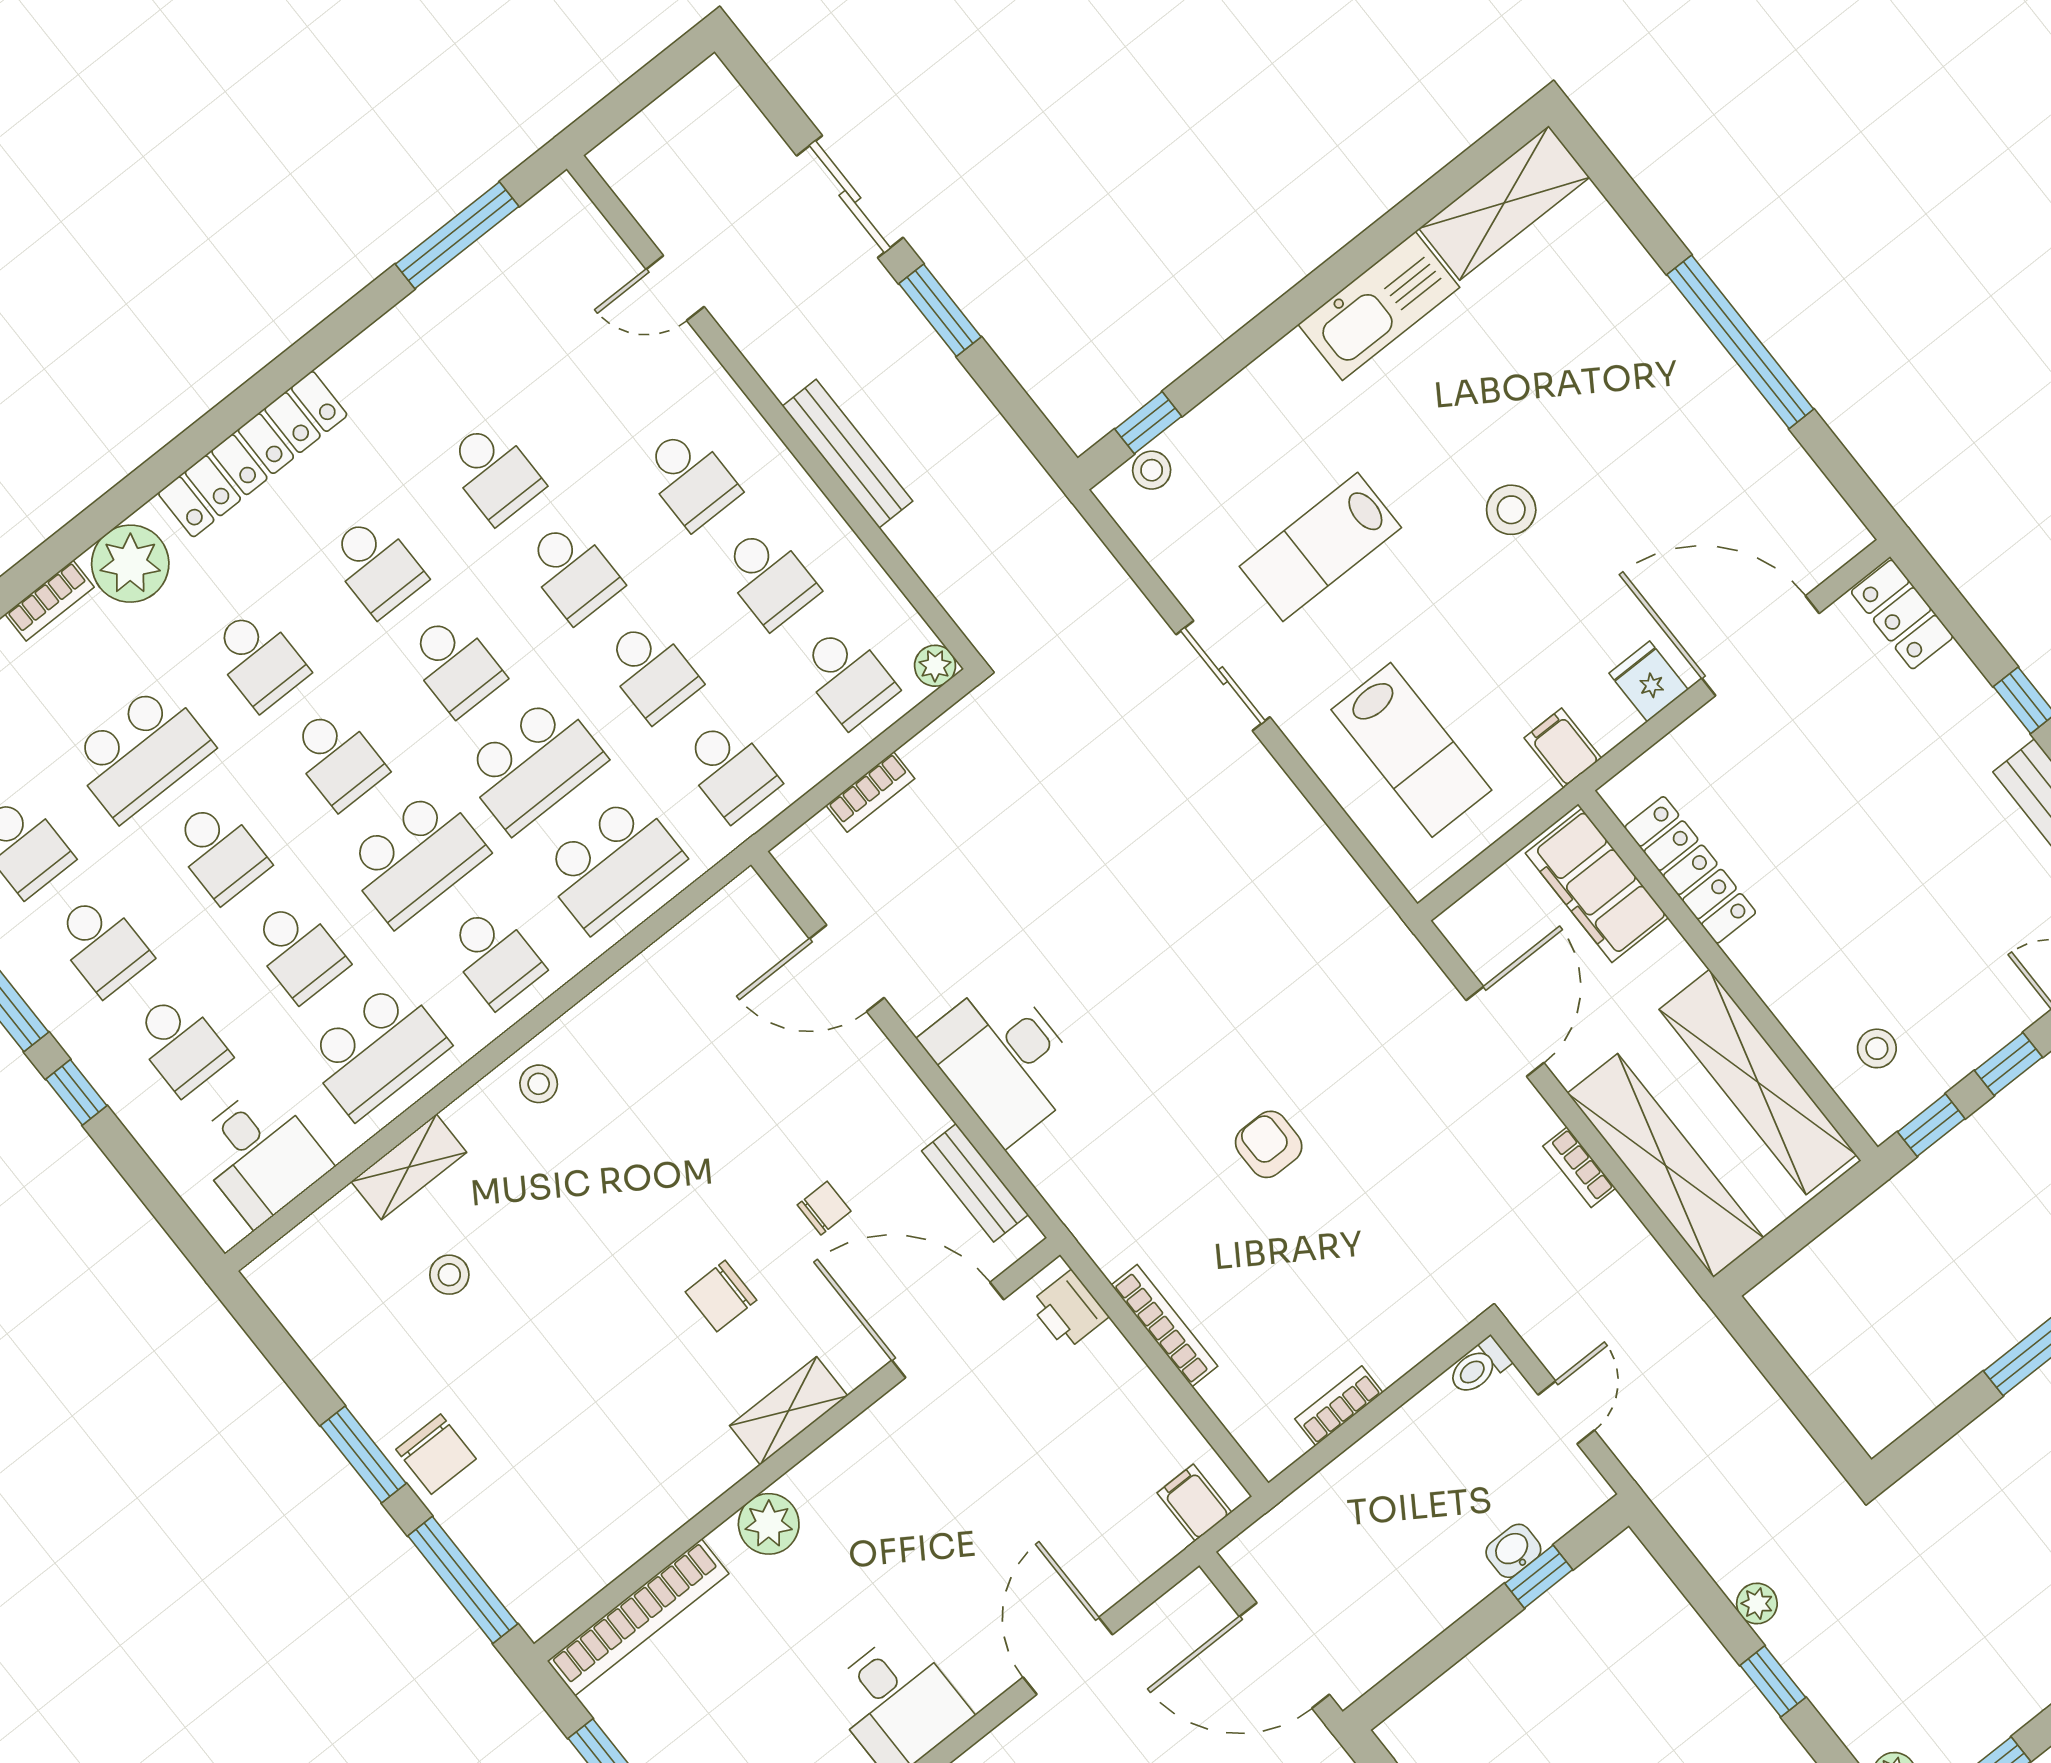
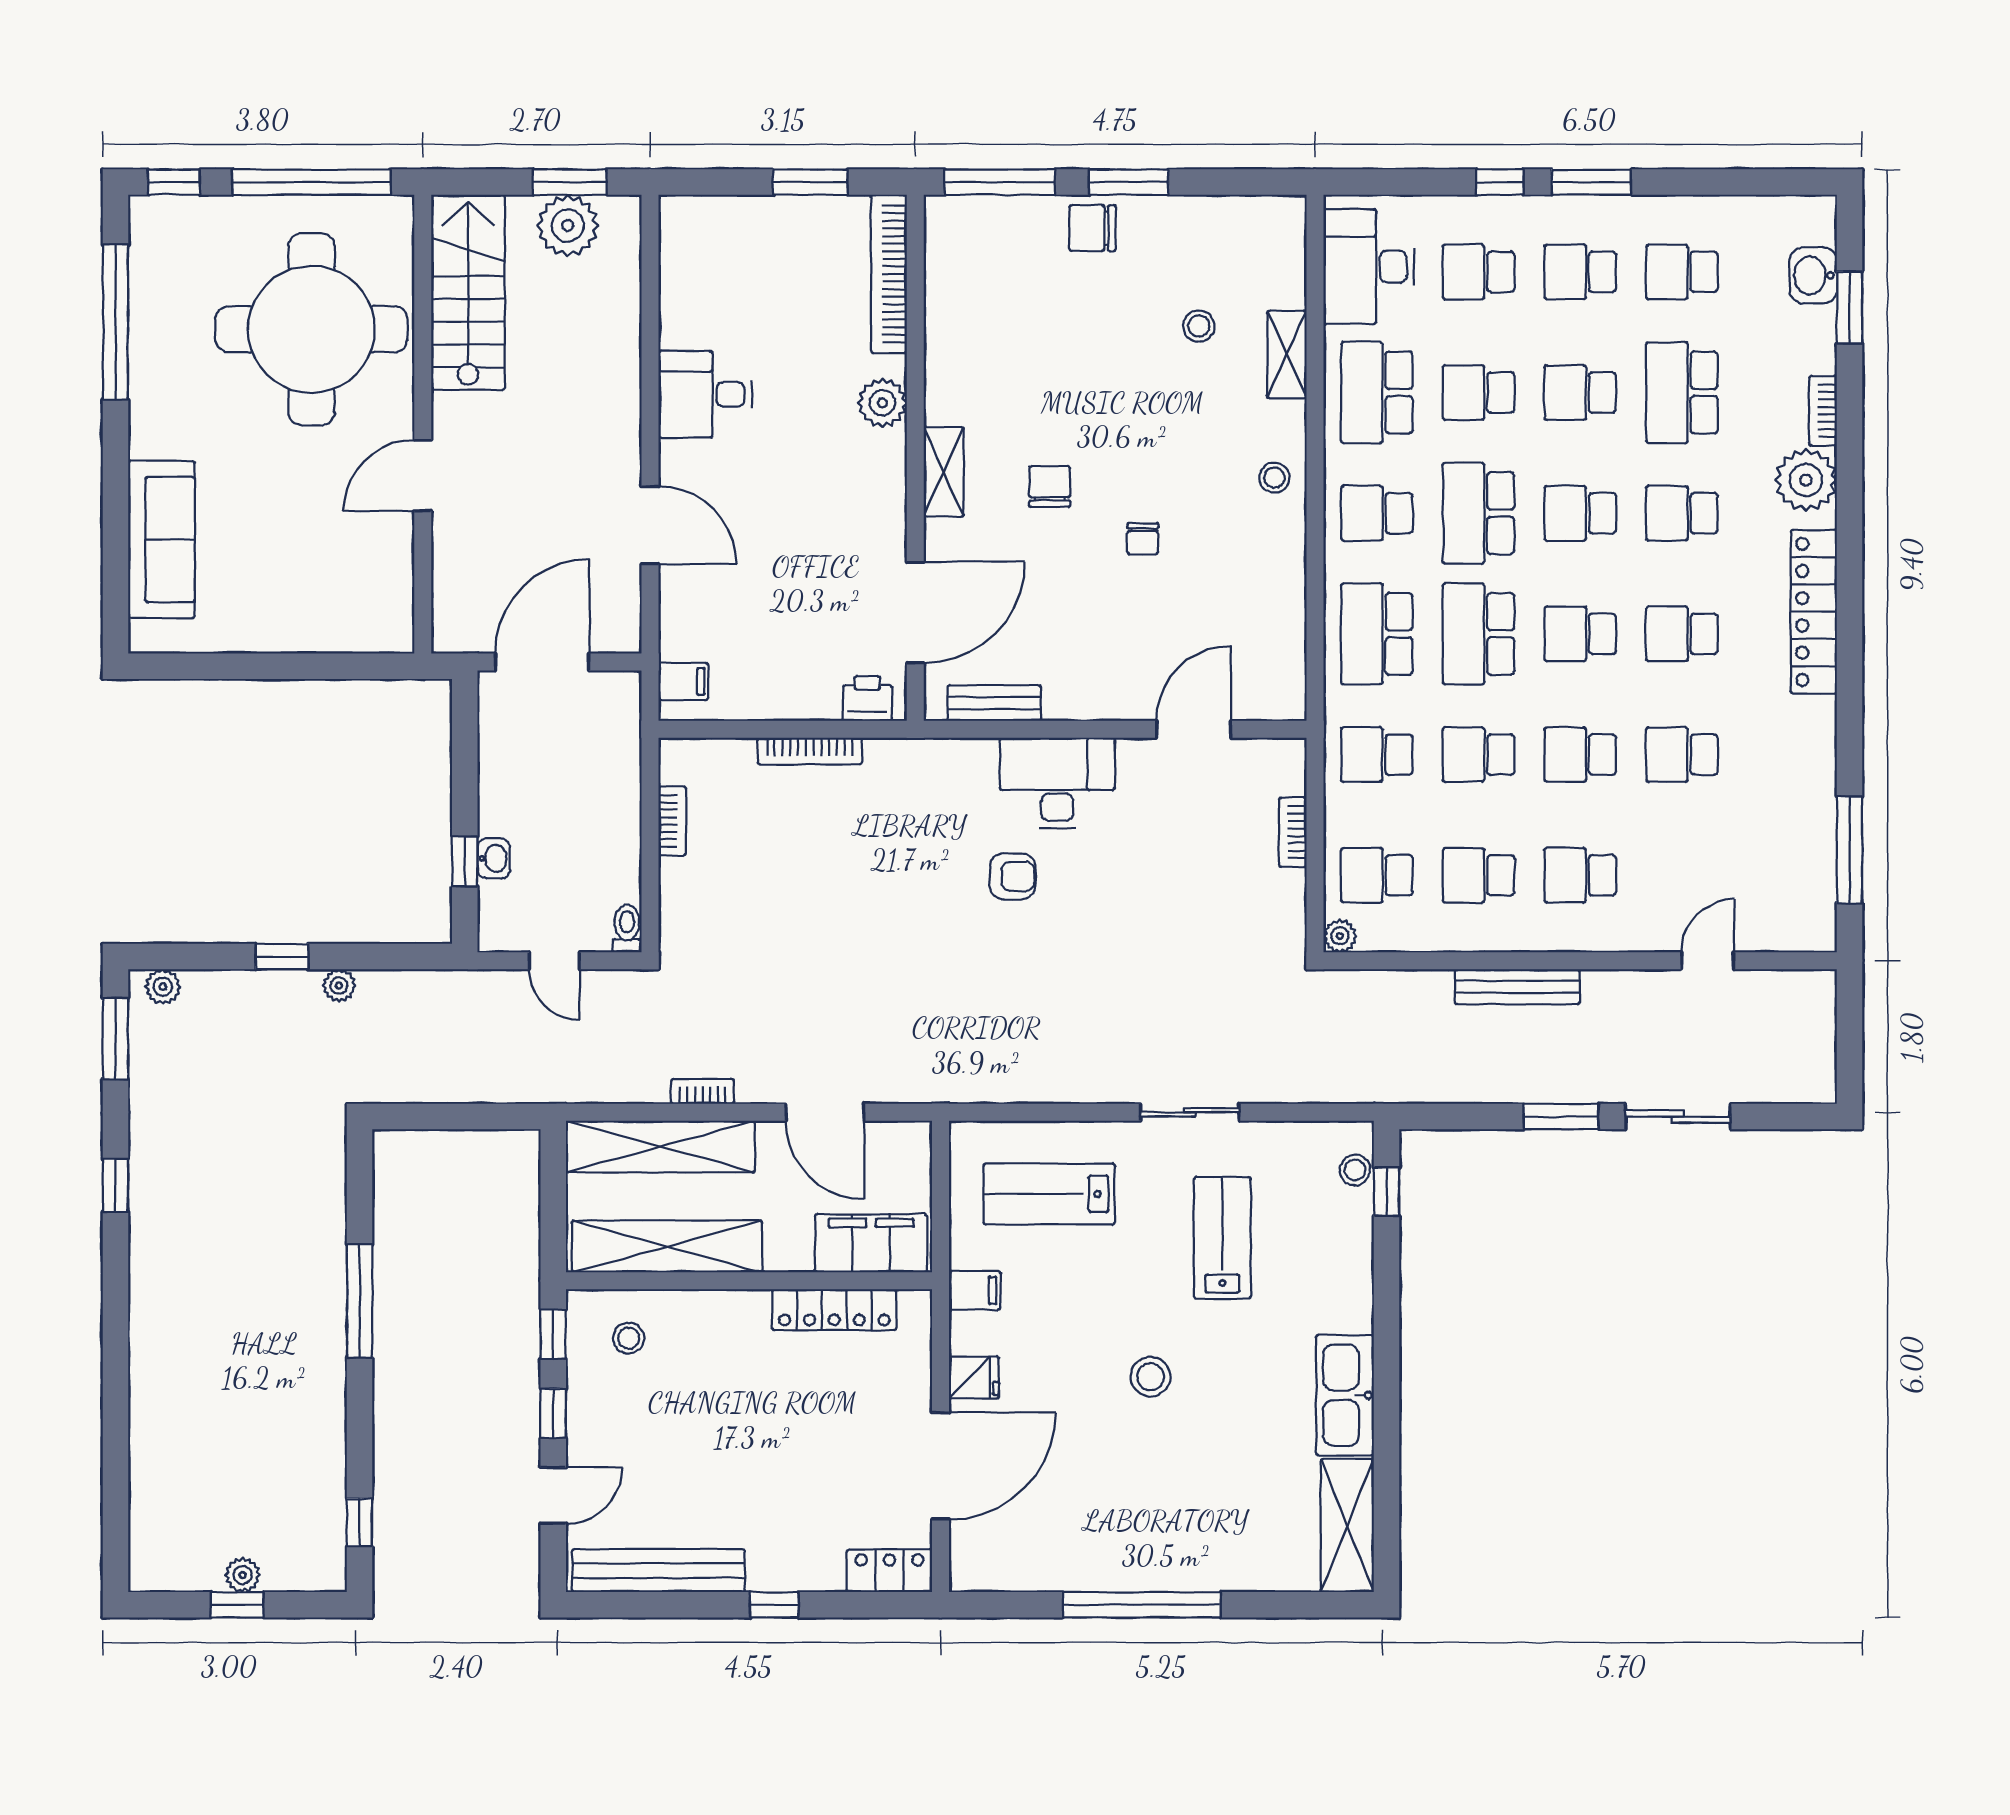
armchair: (1269, 1144) -> (1013, 876), moved
desk: (260, 1155) -> (1369, 267), width x1.37
chair: (824, 1208) -> (1143, 539), moved

